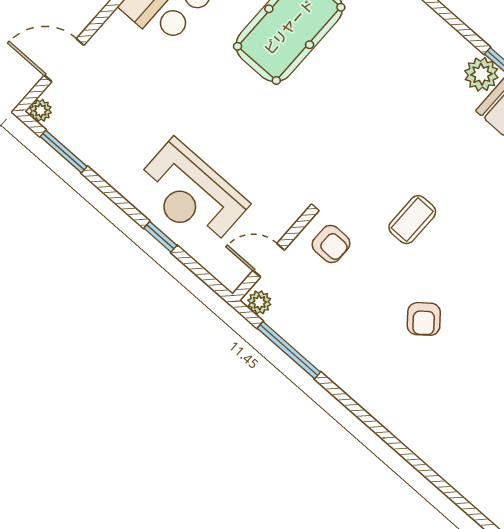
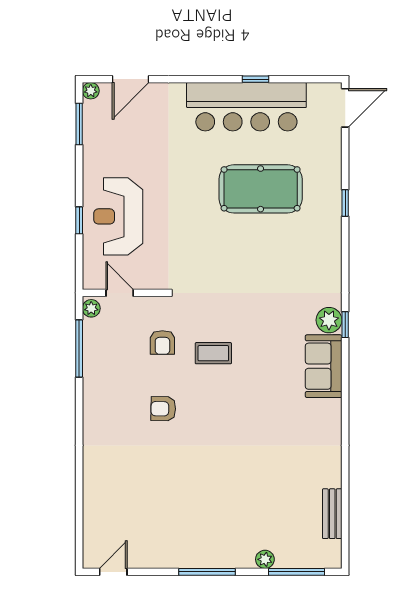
door: (64, 60) -> (131, 79), swing flipped
armchair: (331, 244) -> (162, 342), moved
armchair: (424, 319) -> (163, 409), turned 40

